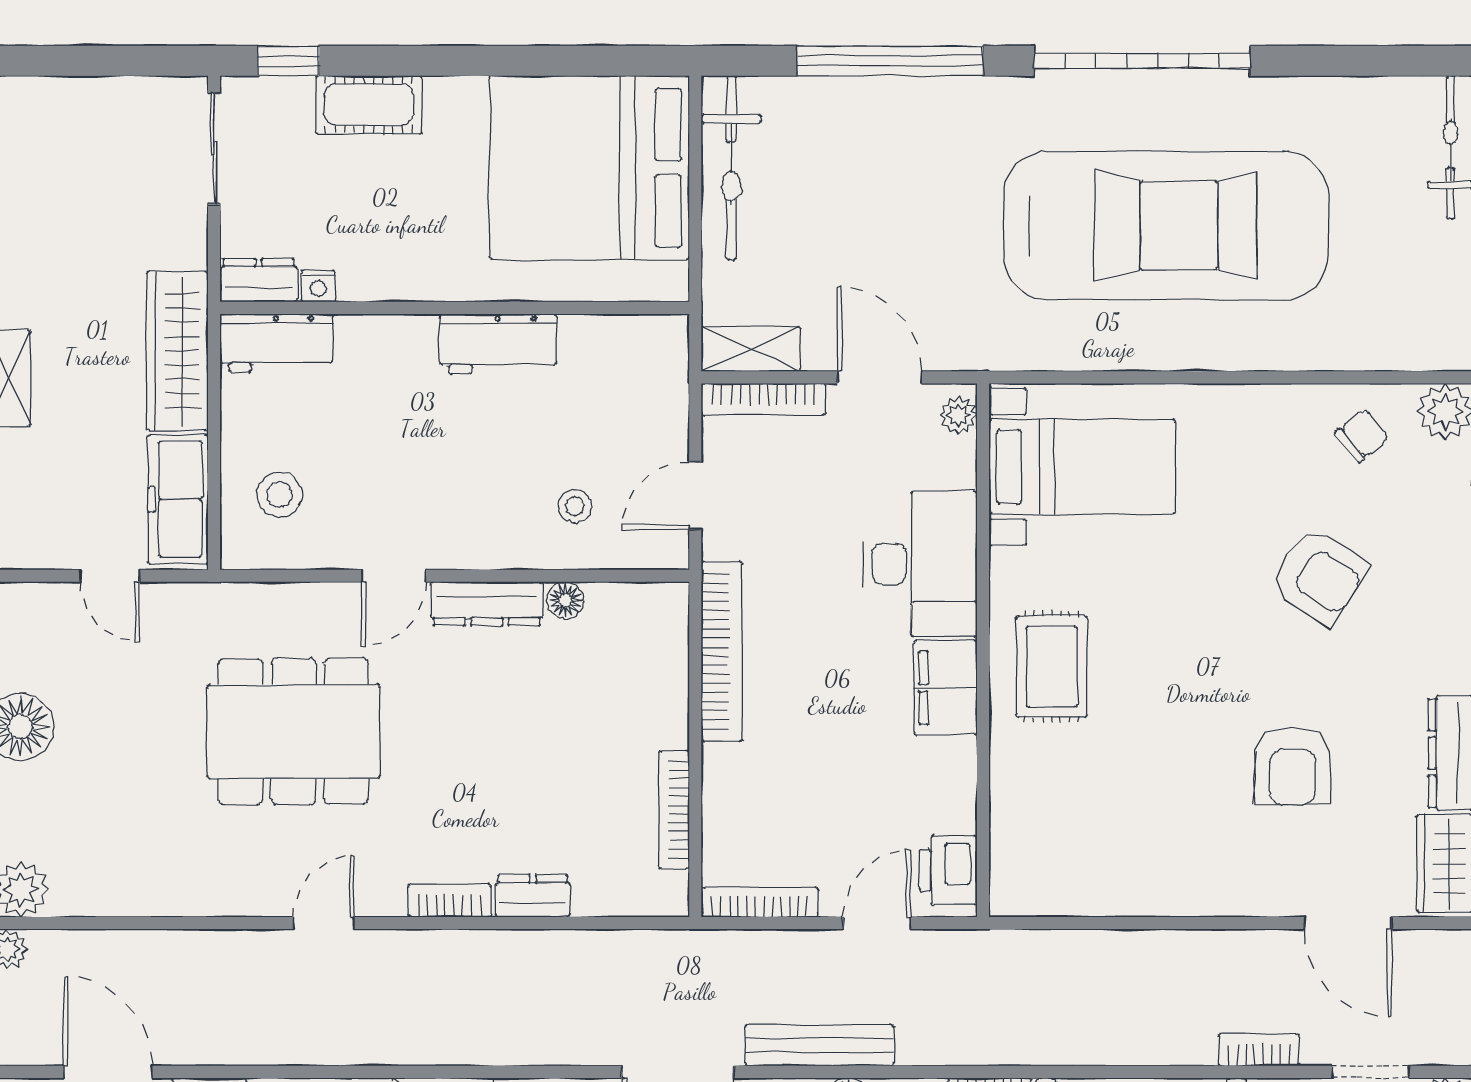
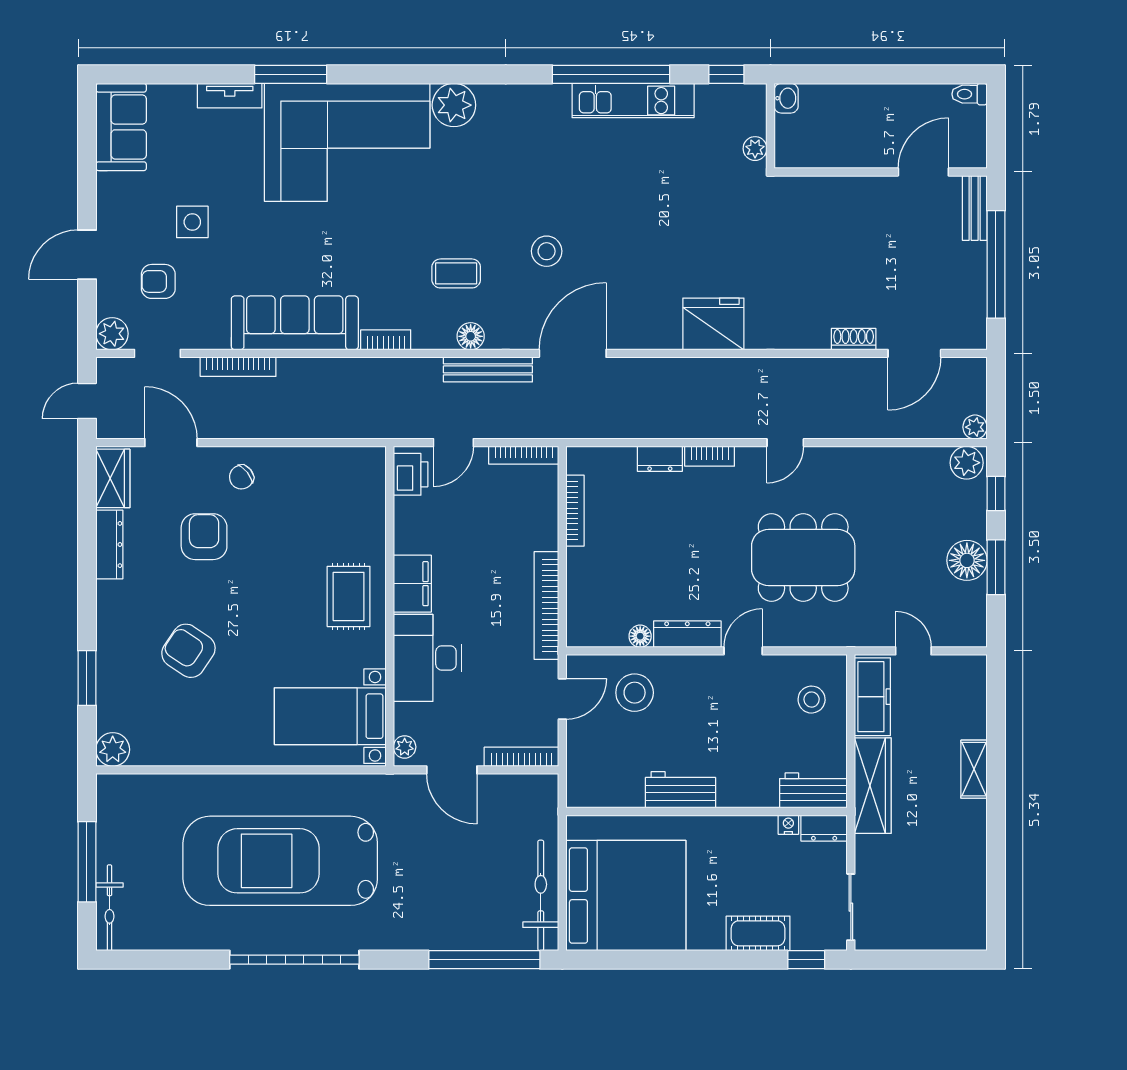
window: (890, 61) -> (484, 960), moved
shelving: (751, 349) -> (529, 787), removed
chair: (1362, 436) -> (241, 477), moved
stool: (575, 506) -> (635, 693), width x1.89, depth x1.89
bookcase: (1259, 1050) -> (238, 367), width x1.56
door: (108, 1072) -> (914, 353), hinge flipped

